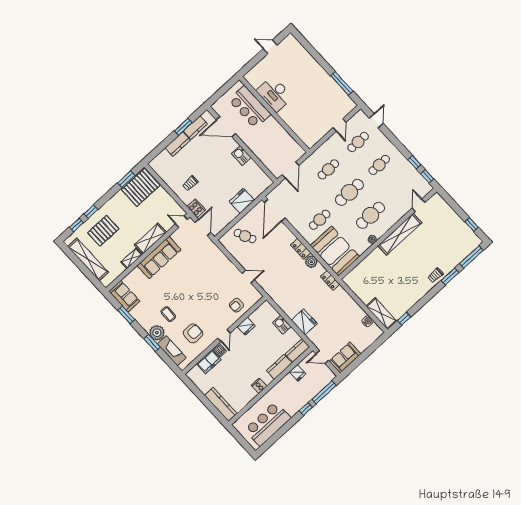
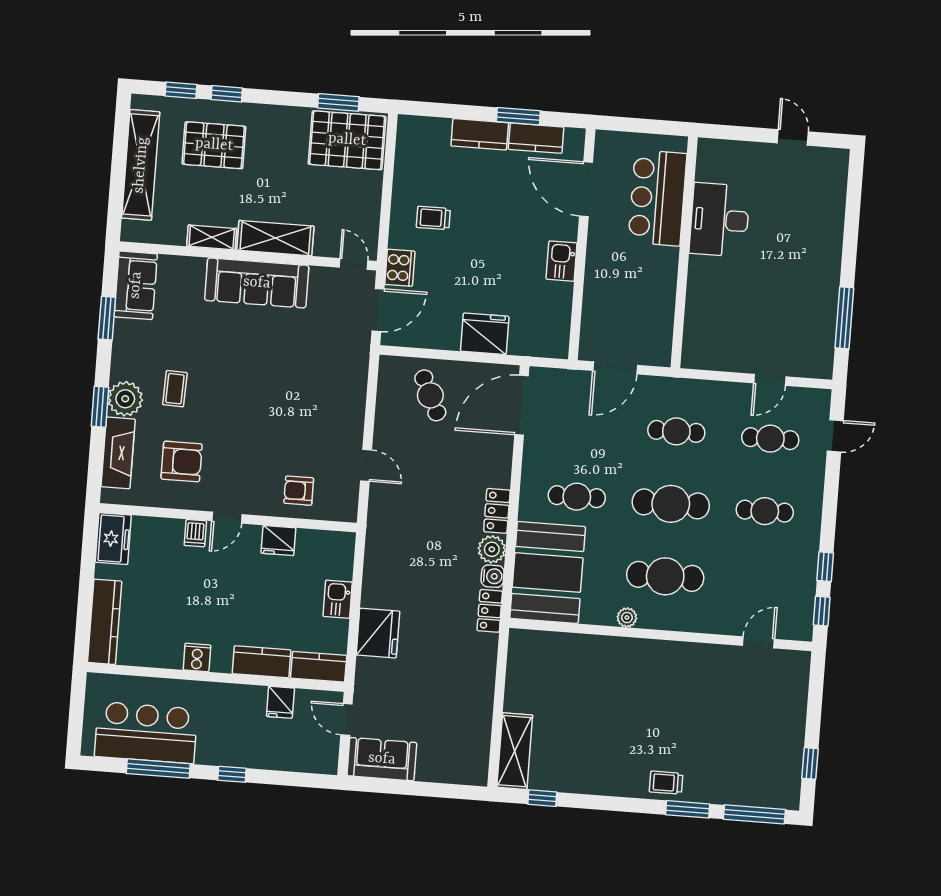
shelving: (400, 234) -> (679, 656), removed
water cooler: (368, 321) -> (493, 576), moved
freezer: (209, 362) -> (113, 539), moved, turned -90
window: (324, 392) -> (158, 769), moved

